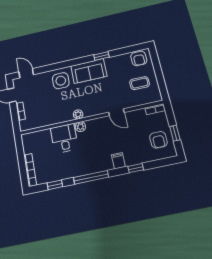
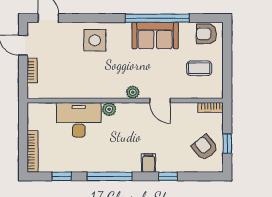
window: (101, 56) -> (157, 18), width x3.17
armchair: (139, 58) -> (206, 34), turned 90
sofa: (89, 71) -> (155, 36), moved
plant: (78, 114) -> (133, 92), moved
desk: (64, 138) -> (79, 120), width x1.37
armchair: (158, 140) -> (205, 147), turned 141

